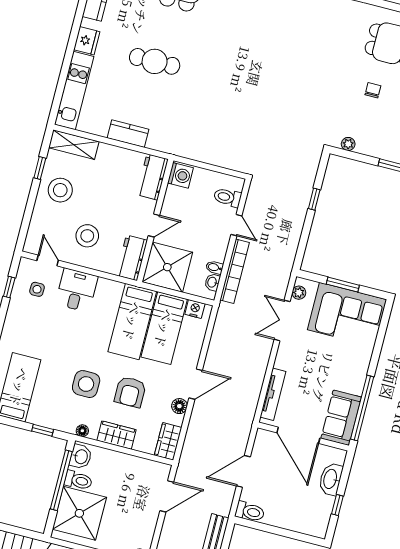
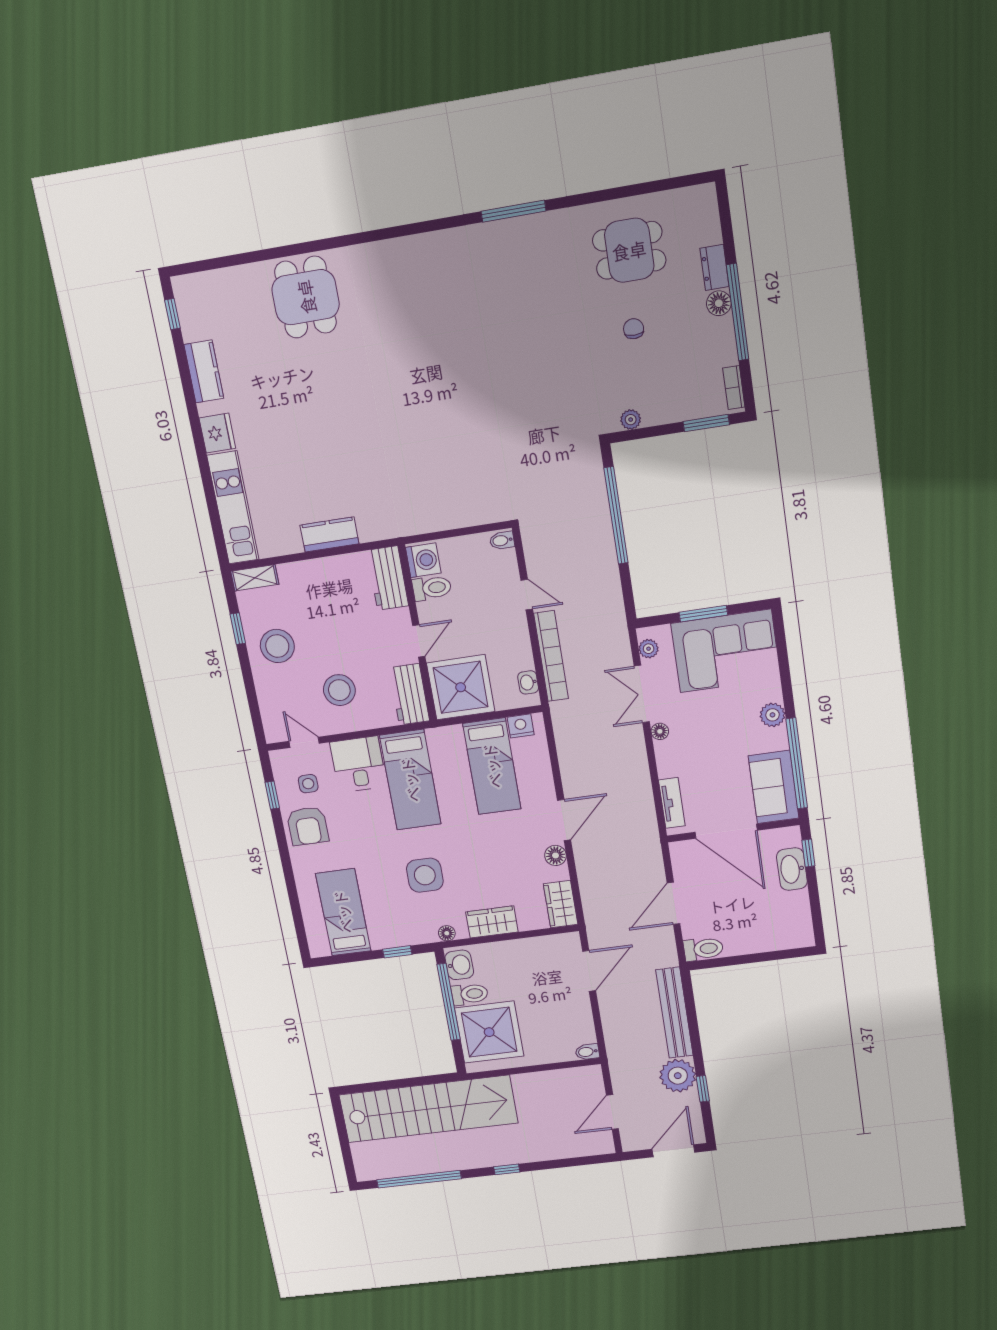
cafe table: (155, 61) -> (319, 421), removed
shelving: (74, 145) -> (255, 578), width x0.67, depth x0.75
toilet: (227, 197) -> (432, 588), moved, turned 180
window: (314, 199) -> (616, 515), width x3.17
bidet: (215, 267) -> (502, 540), moved
bed: (132, 321) -> (410, 780), moved
floor lamp: (283, 350) -> (660, 731), added
plant: (360, 369) -> (772, 715), added
armchair: (130, 392) -> (308, 826), moved
tv unit: (273, 394) -> (672, 803), width x0.71
window: (337, 505) -> (808, 853), moved

